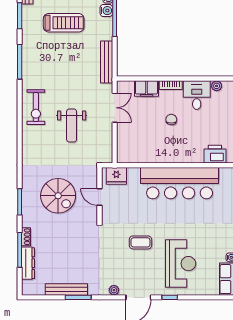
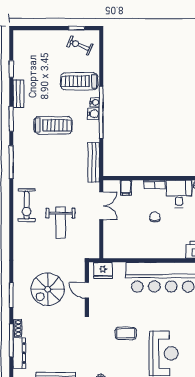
filing cabinet: (146, 88) -> (126, 188), width x0.50
spiral stairs: (58, 196) -> (48, 289), turned 90

